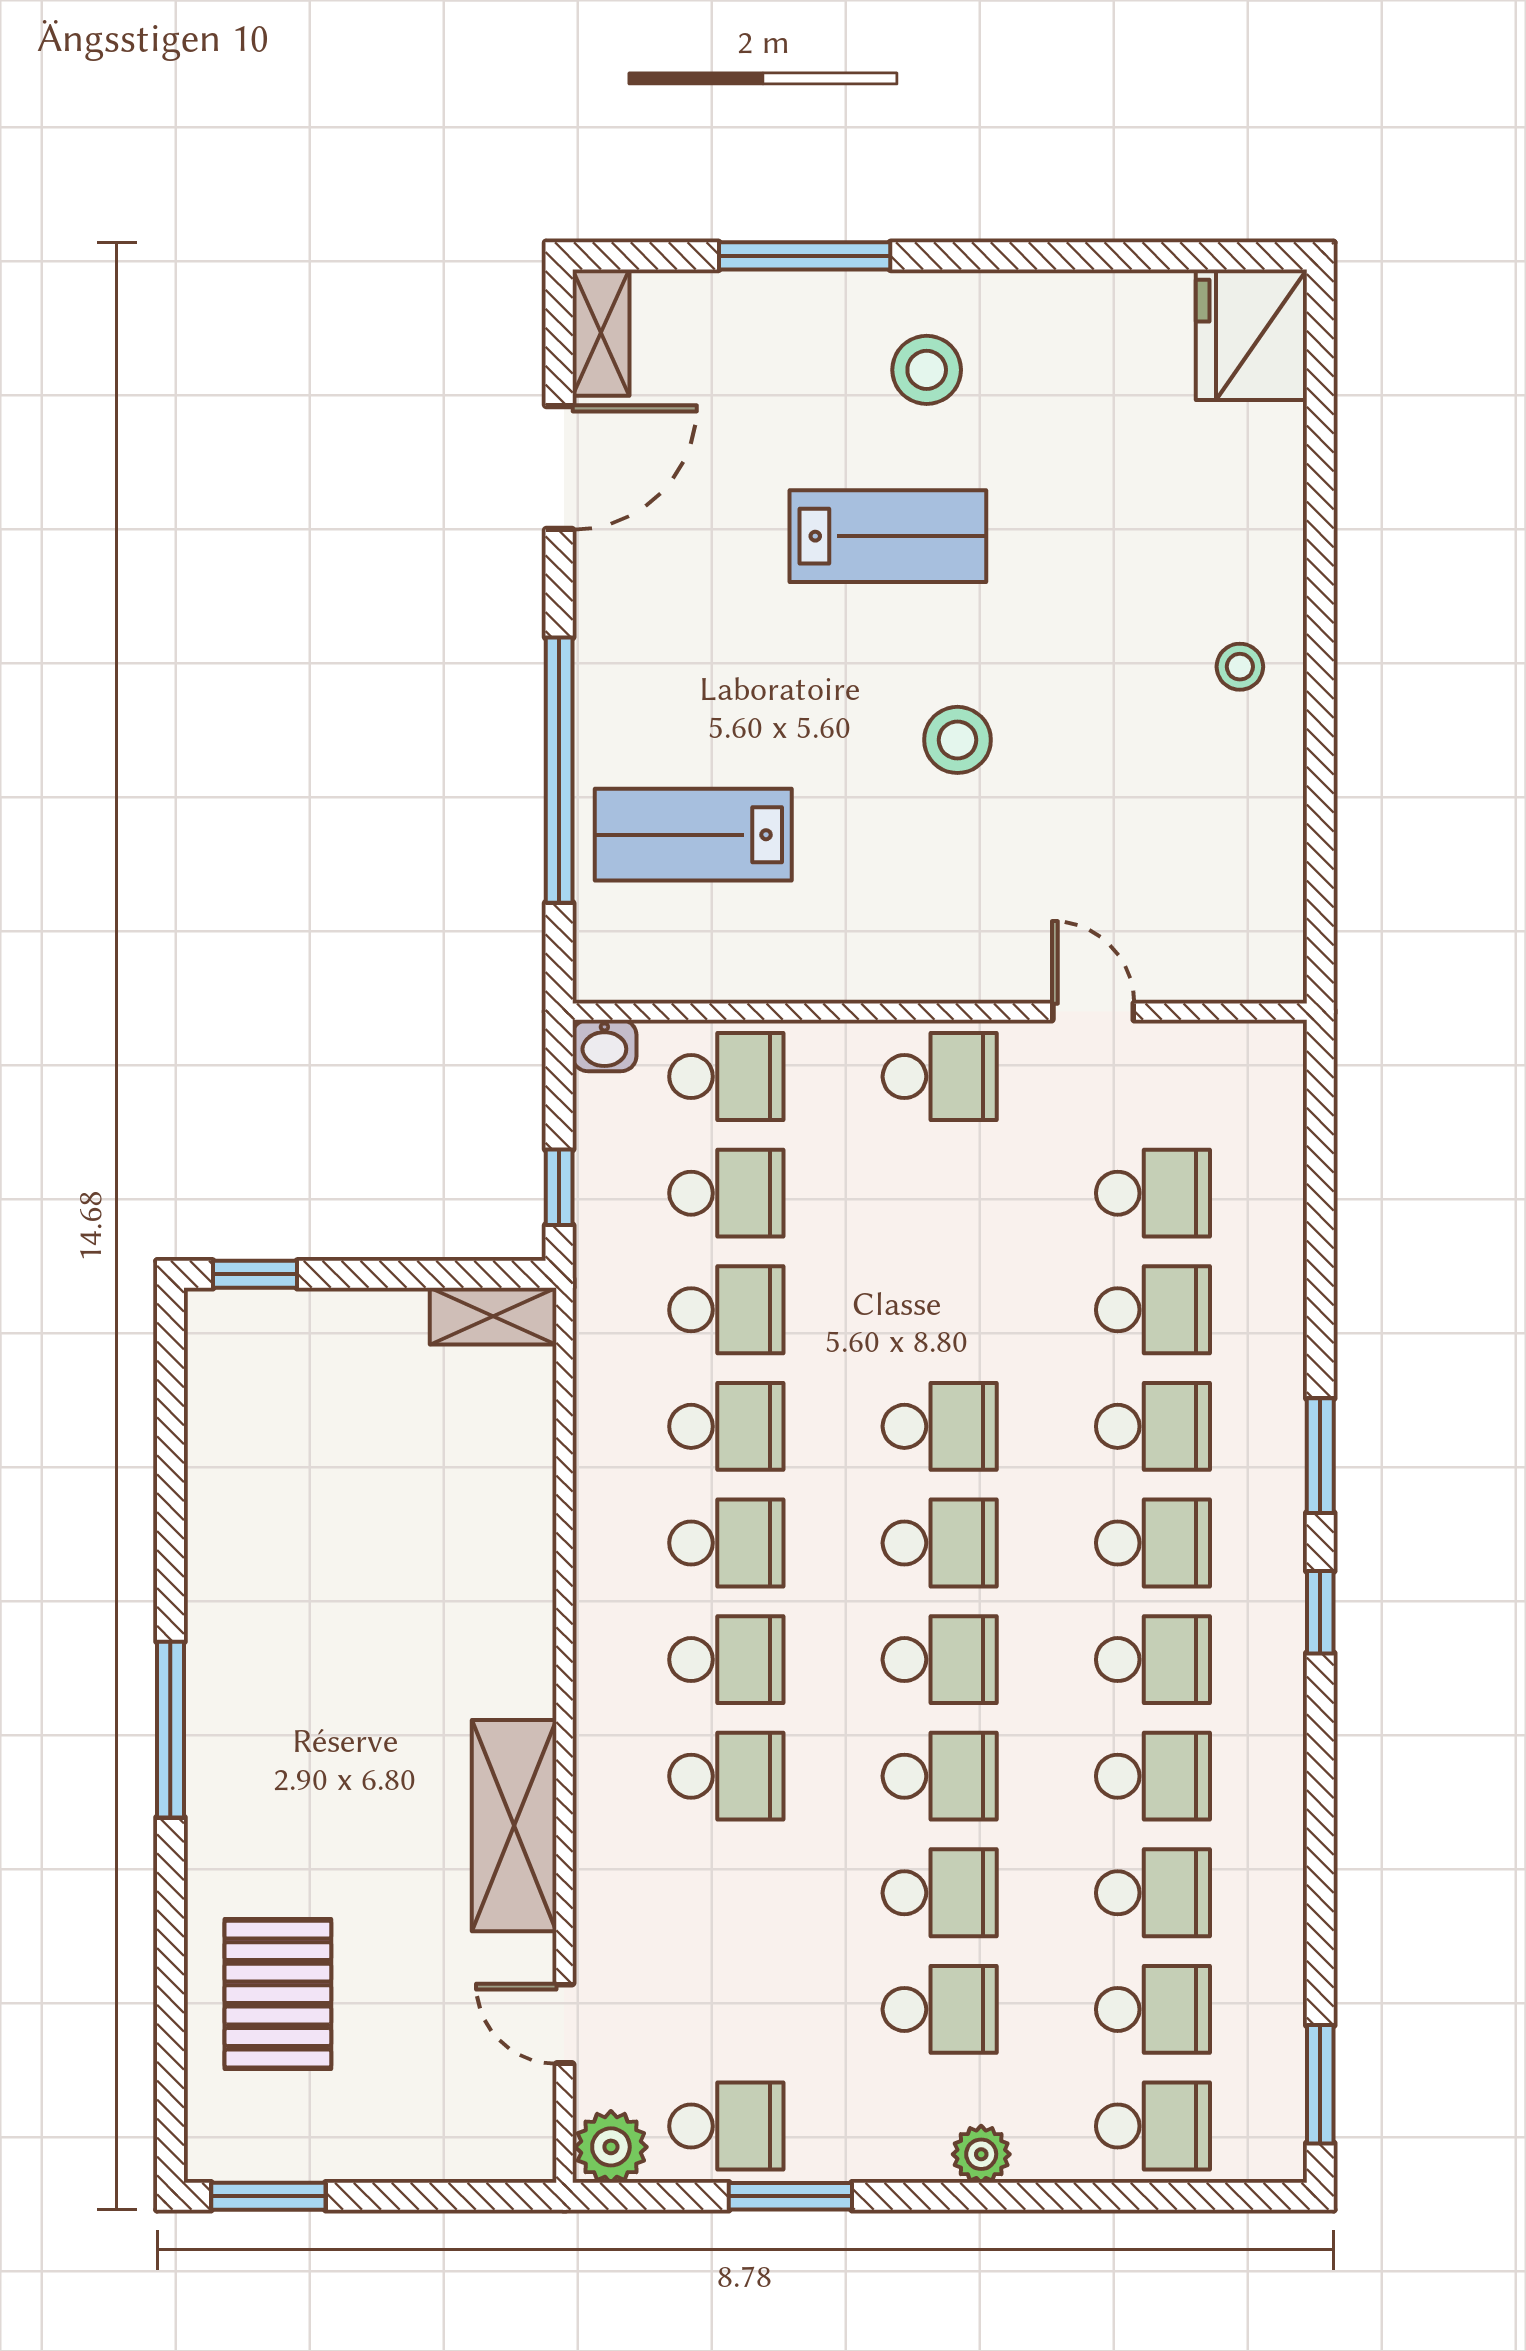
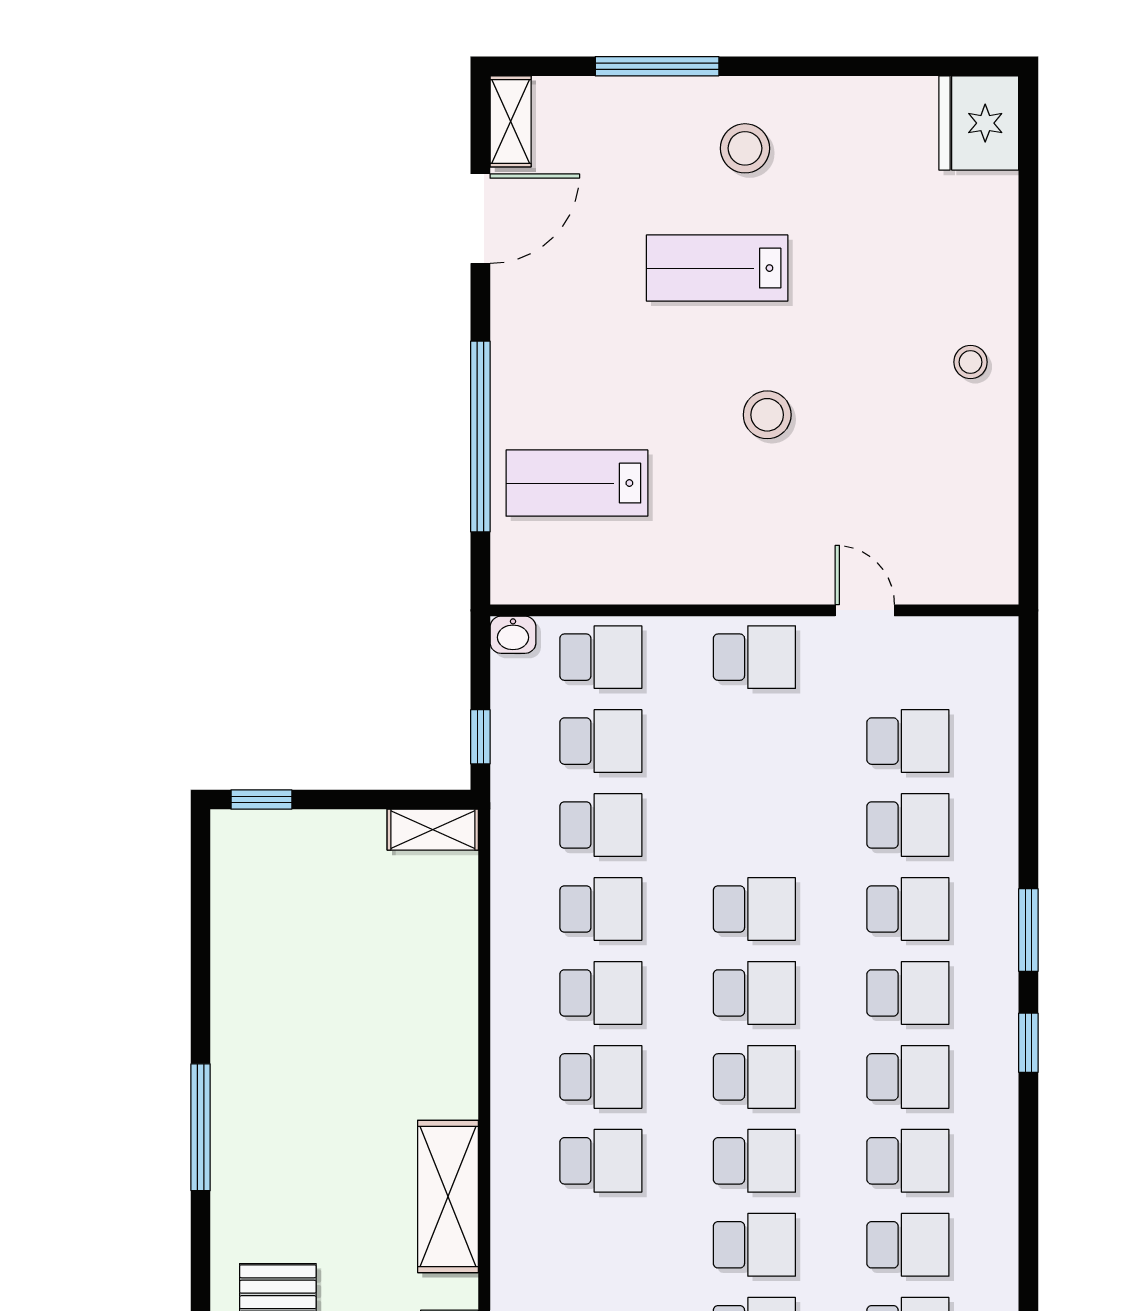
lab bench: (888, 536) -> (717, 268), turned 180

